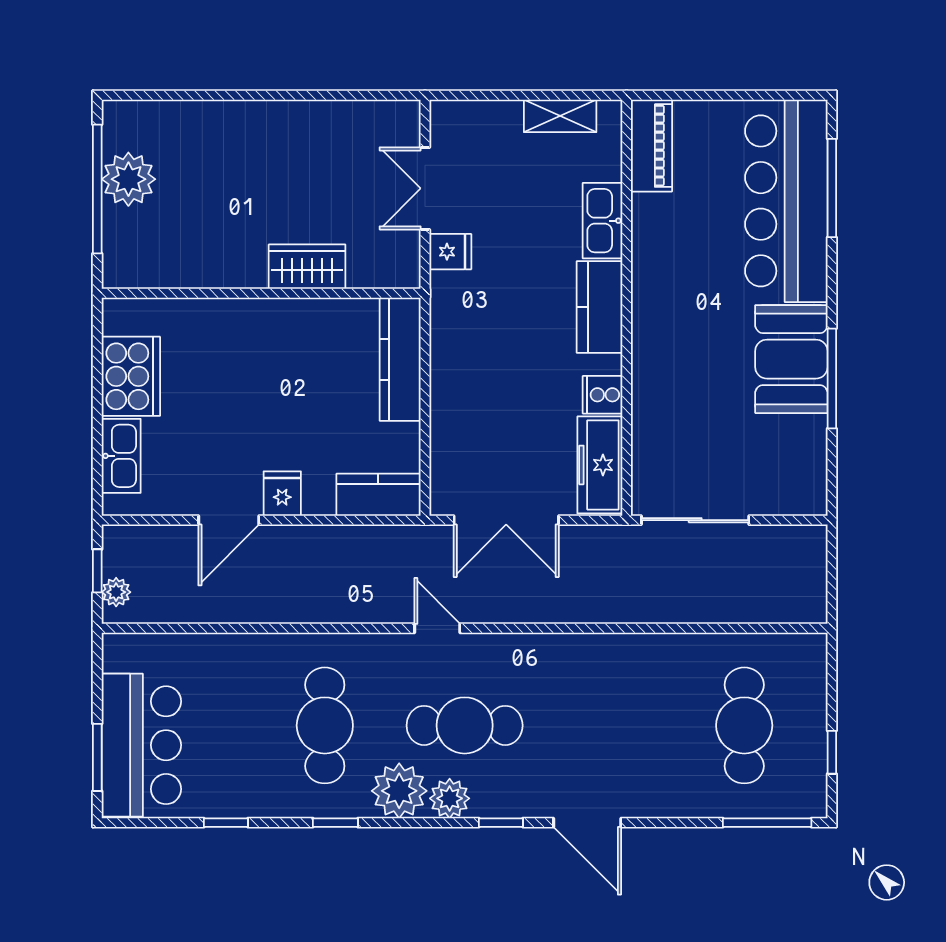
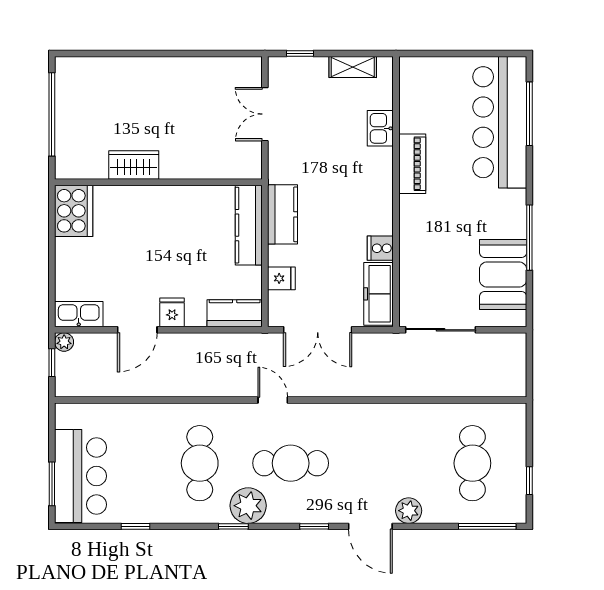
window: (479, 95) -> (300, 53), added
piano: (652, 146) -> (412, 164), moved
plant: (128, 179) -> (72, 108), removed
kitchen sink: (602, 221) -> (380, 128), width x0.73
fridge: (450, 252) -> (281, 278), moved
wardrobe: (307, 267) -> (134, 165), moved
kitchen counter: (599, 307) -> (283, 214), moved, turned 180
booth: (791, 359) -> (503, 275), moved
cooker: (131, 376) -> (74, 211), moved
kitchen sink: (121, 456) -> (79, 314), moved, turned -90
plant: (116, 592) -> (64, 342), moved
plant: (450, 798) -> (409, 511), moved
window: (335, 823) -> (233, 526), moved

